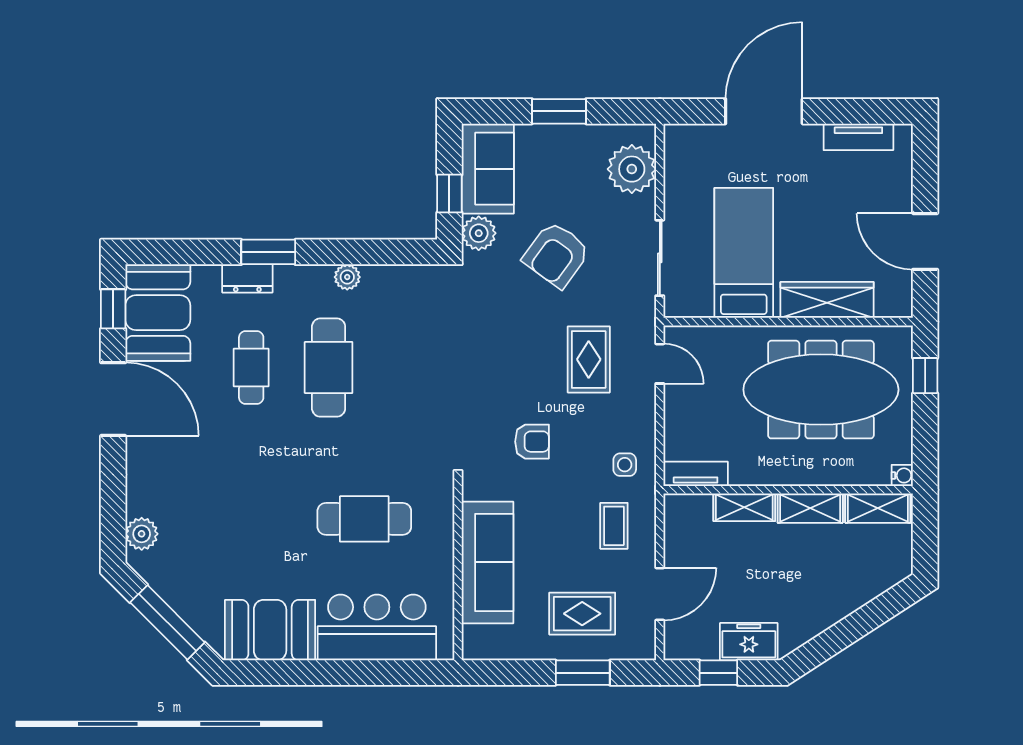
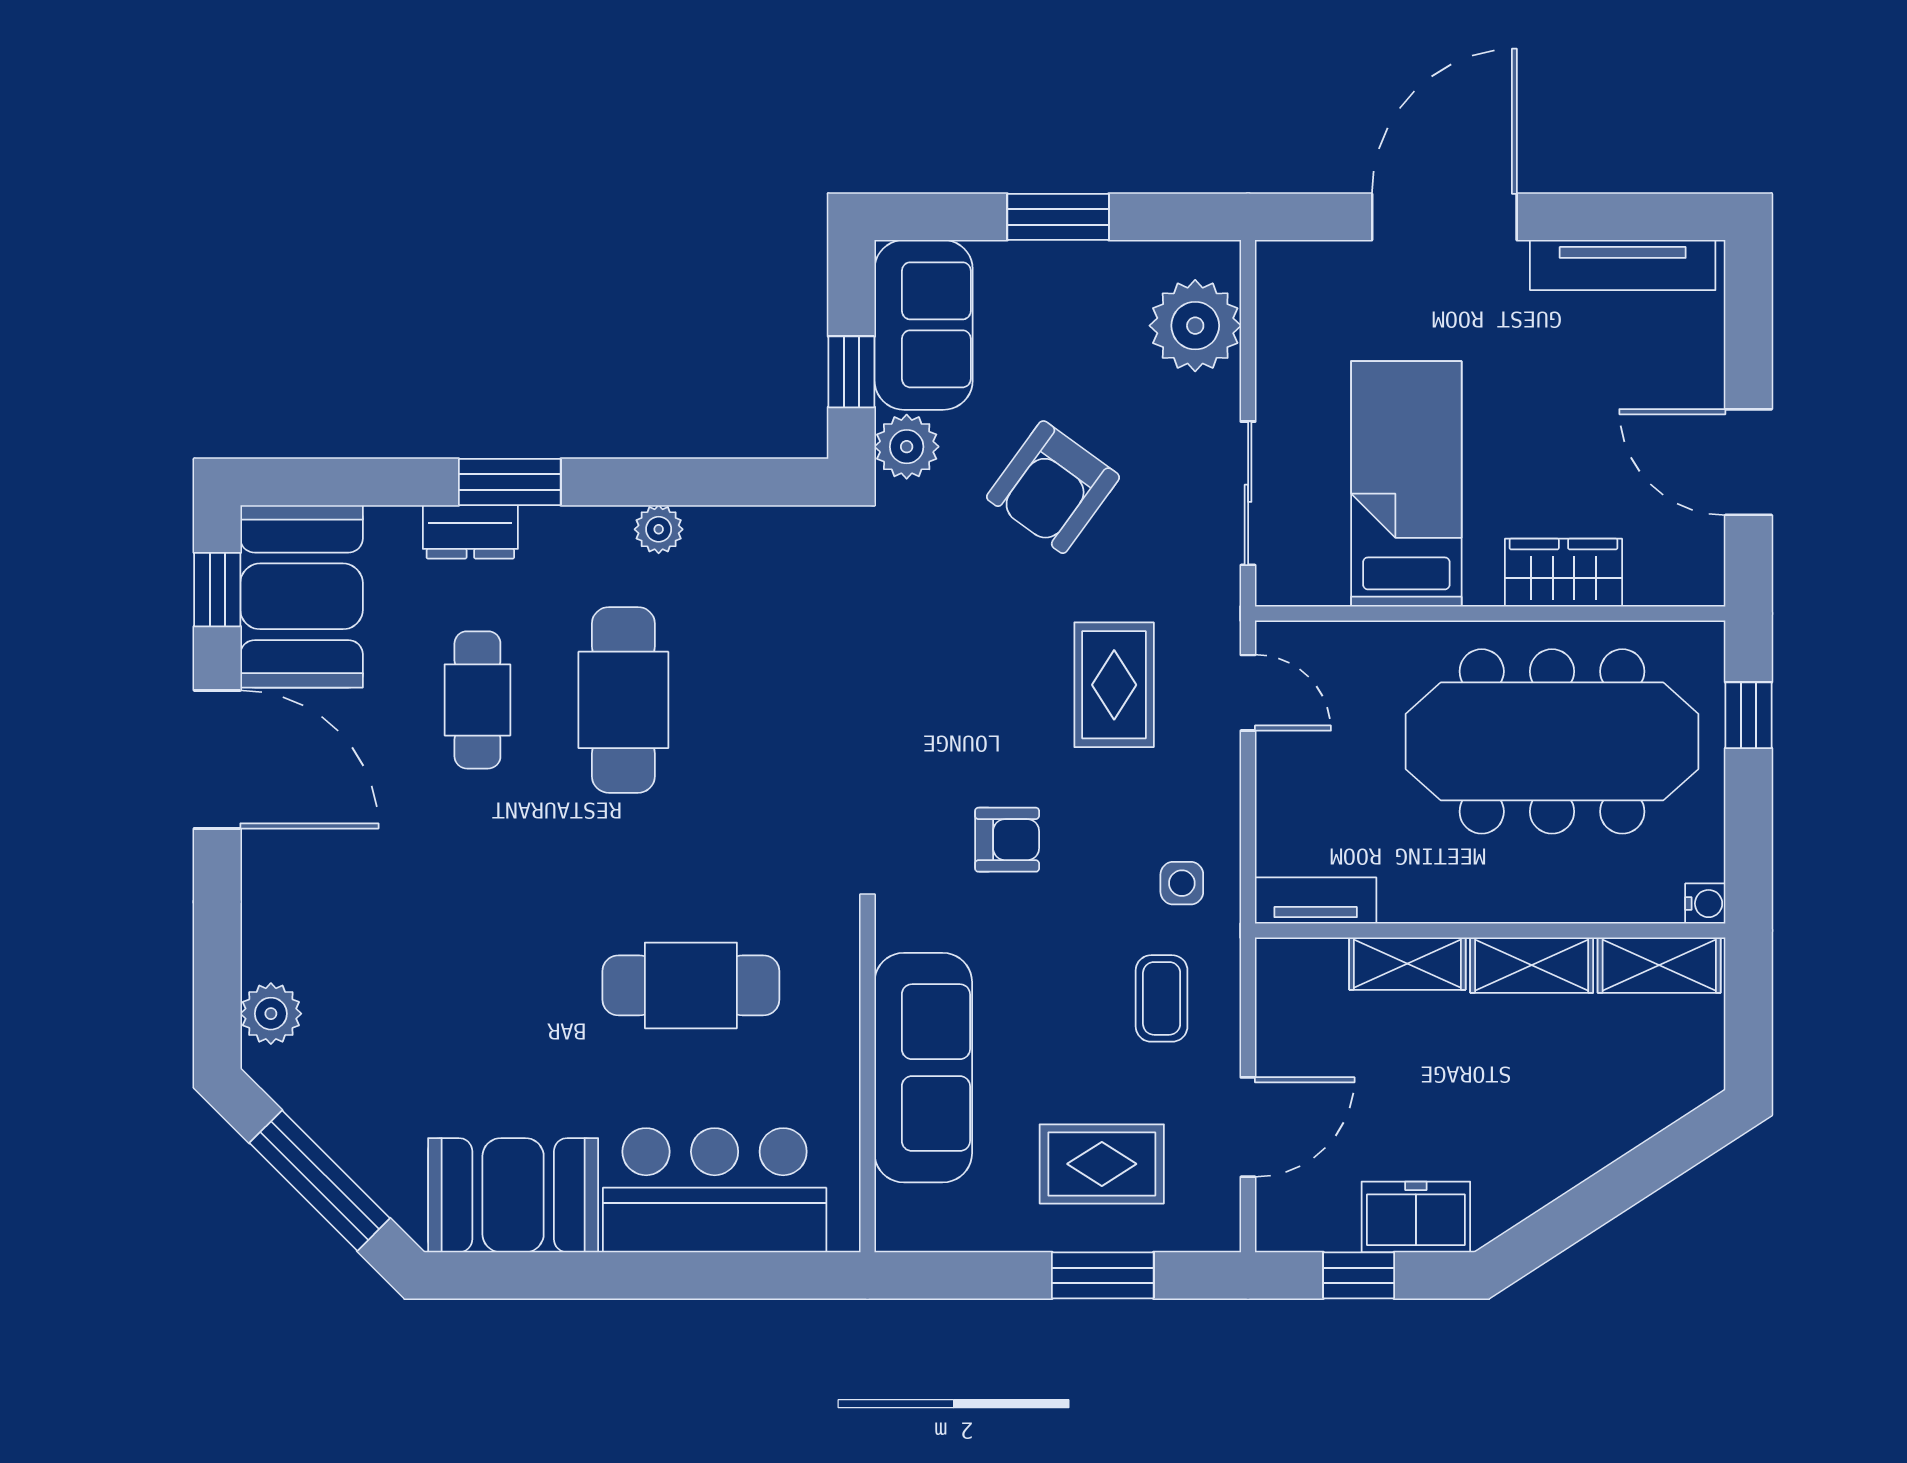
tv unit: (858, 137) -> (1623, 265), width x1.41
wardrobe: (827, 300) -> (1563, 573), width x0.67

